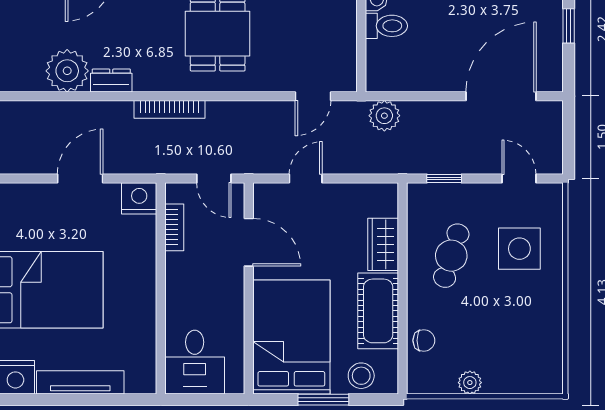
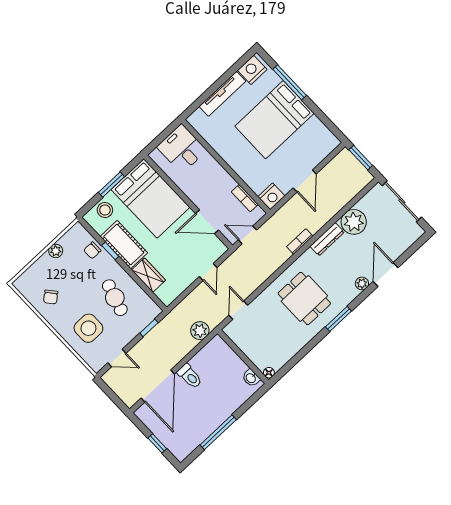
toilet: (386, 26) -> (190, 376), moved, turned -90
dresser: (111, 81) -> (327, 239), width x1.44
bookcase: (169, 109) -> (300, 241), width x0.64
window: (402, 319) -> (110, 251), added
chair: (530, 331) -> (51, 297), added

